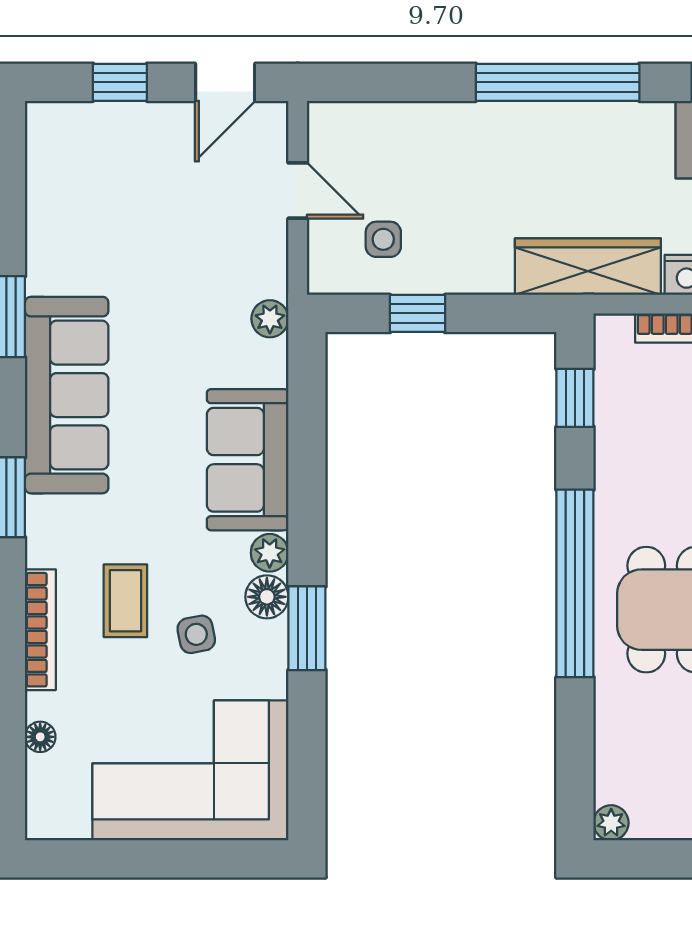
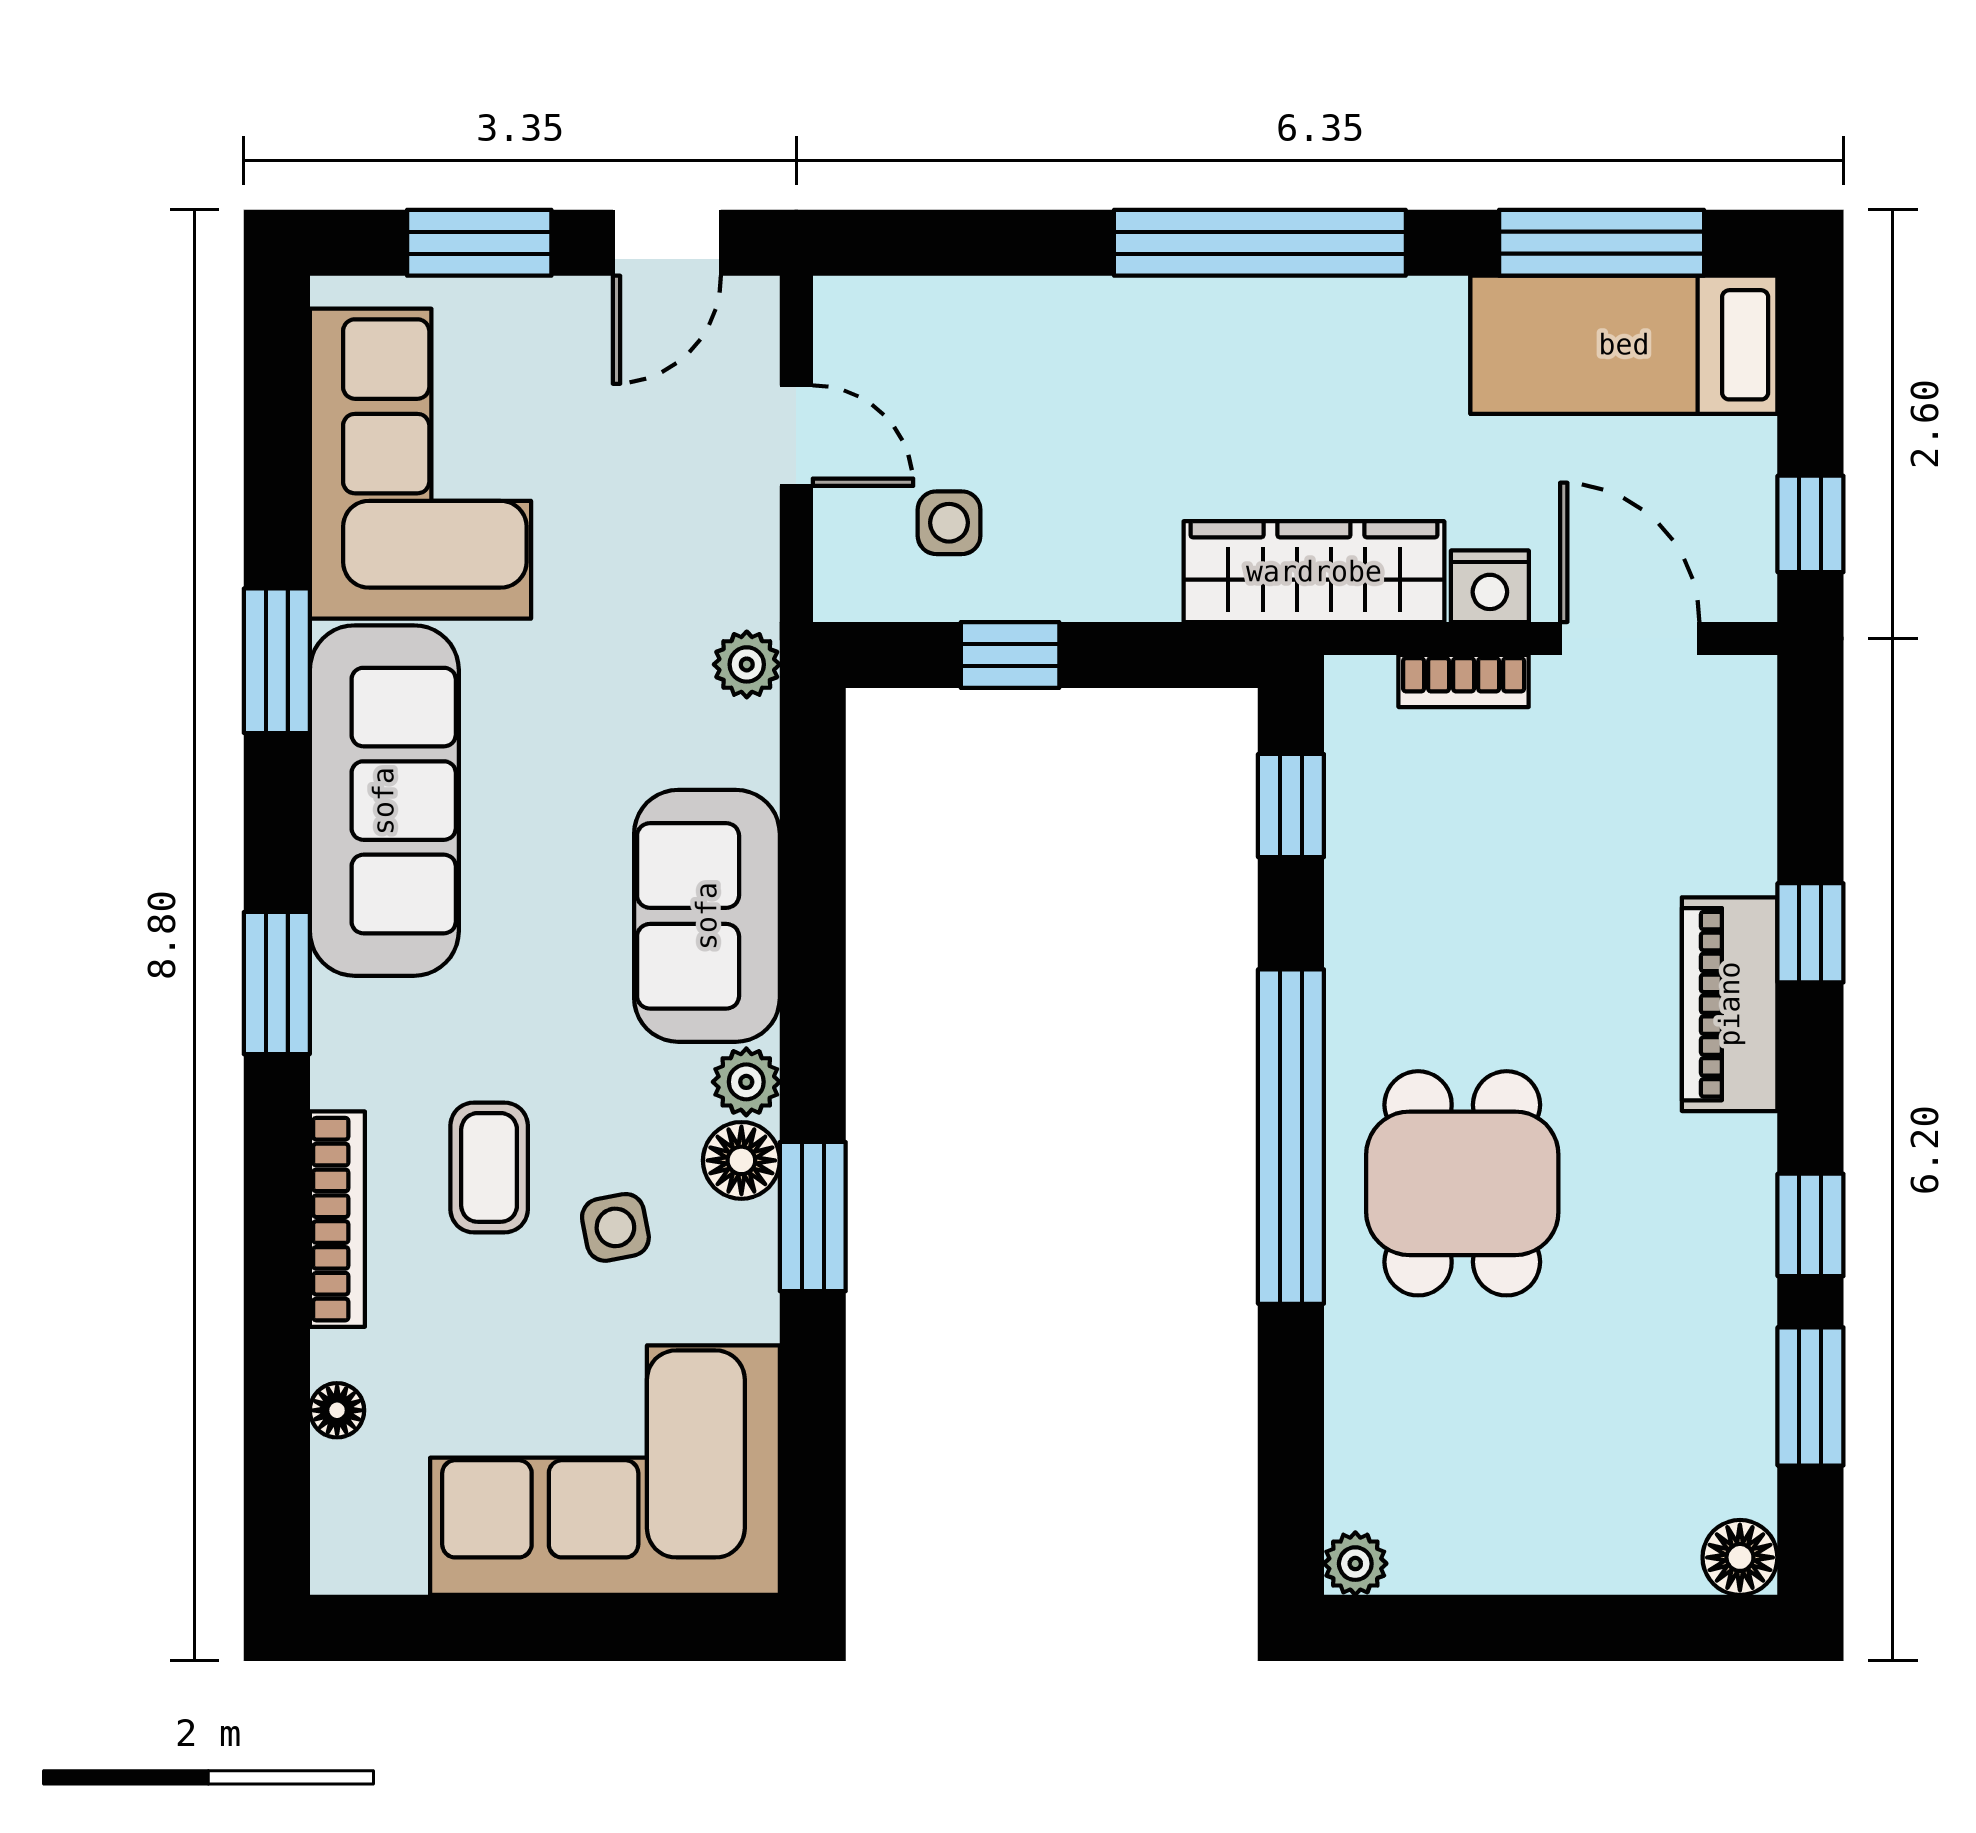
window: (120, 82) -> (479, 243), width x1.50
corner sofa: (87, 206) -> (420, 464), added

